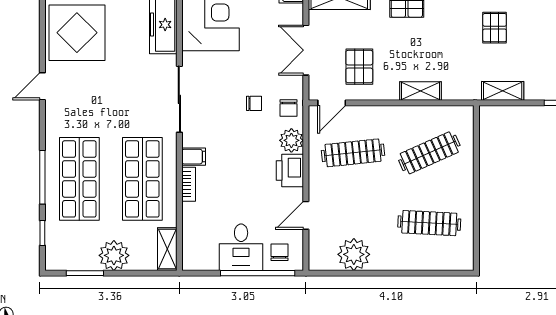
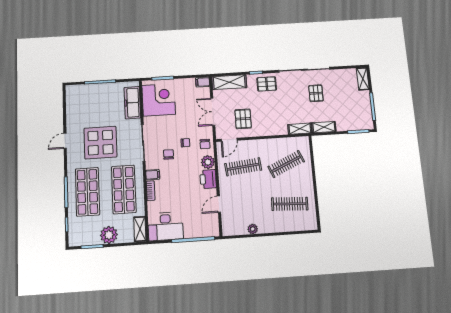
display table: (77, 33) -> (100, 143), moved
shelving: (421, 91) -> (300, 129), moved
desk: (241, 247) -> (166, 226), moved, width x1.37
chair: (280, 252) -> (168, 154), moved
plant: (354, 254) -> (253, 229), width x0.53, depth x0.53

